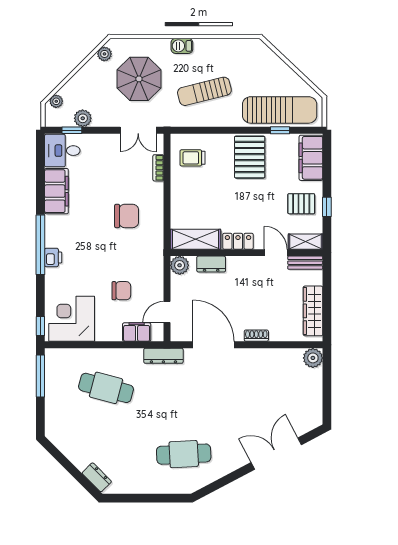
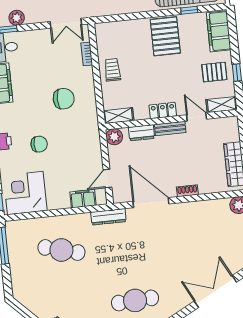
trolley: (193, 158) -> (112, 70), moved, turned 90
shelving: (195, 239) -> (119, 116), width x0.67, depth x0.75
bench: (305, 263) -> (170, 129), moved
chair: (121, 291) -> (39, 144), moved

